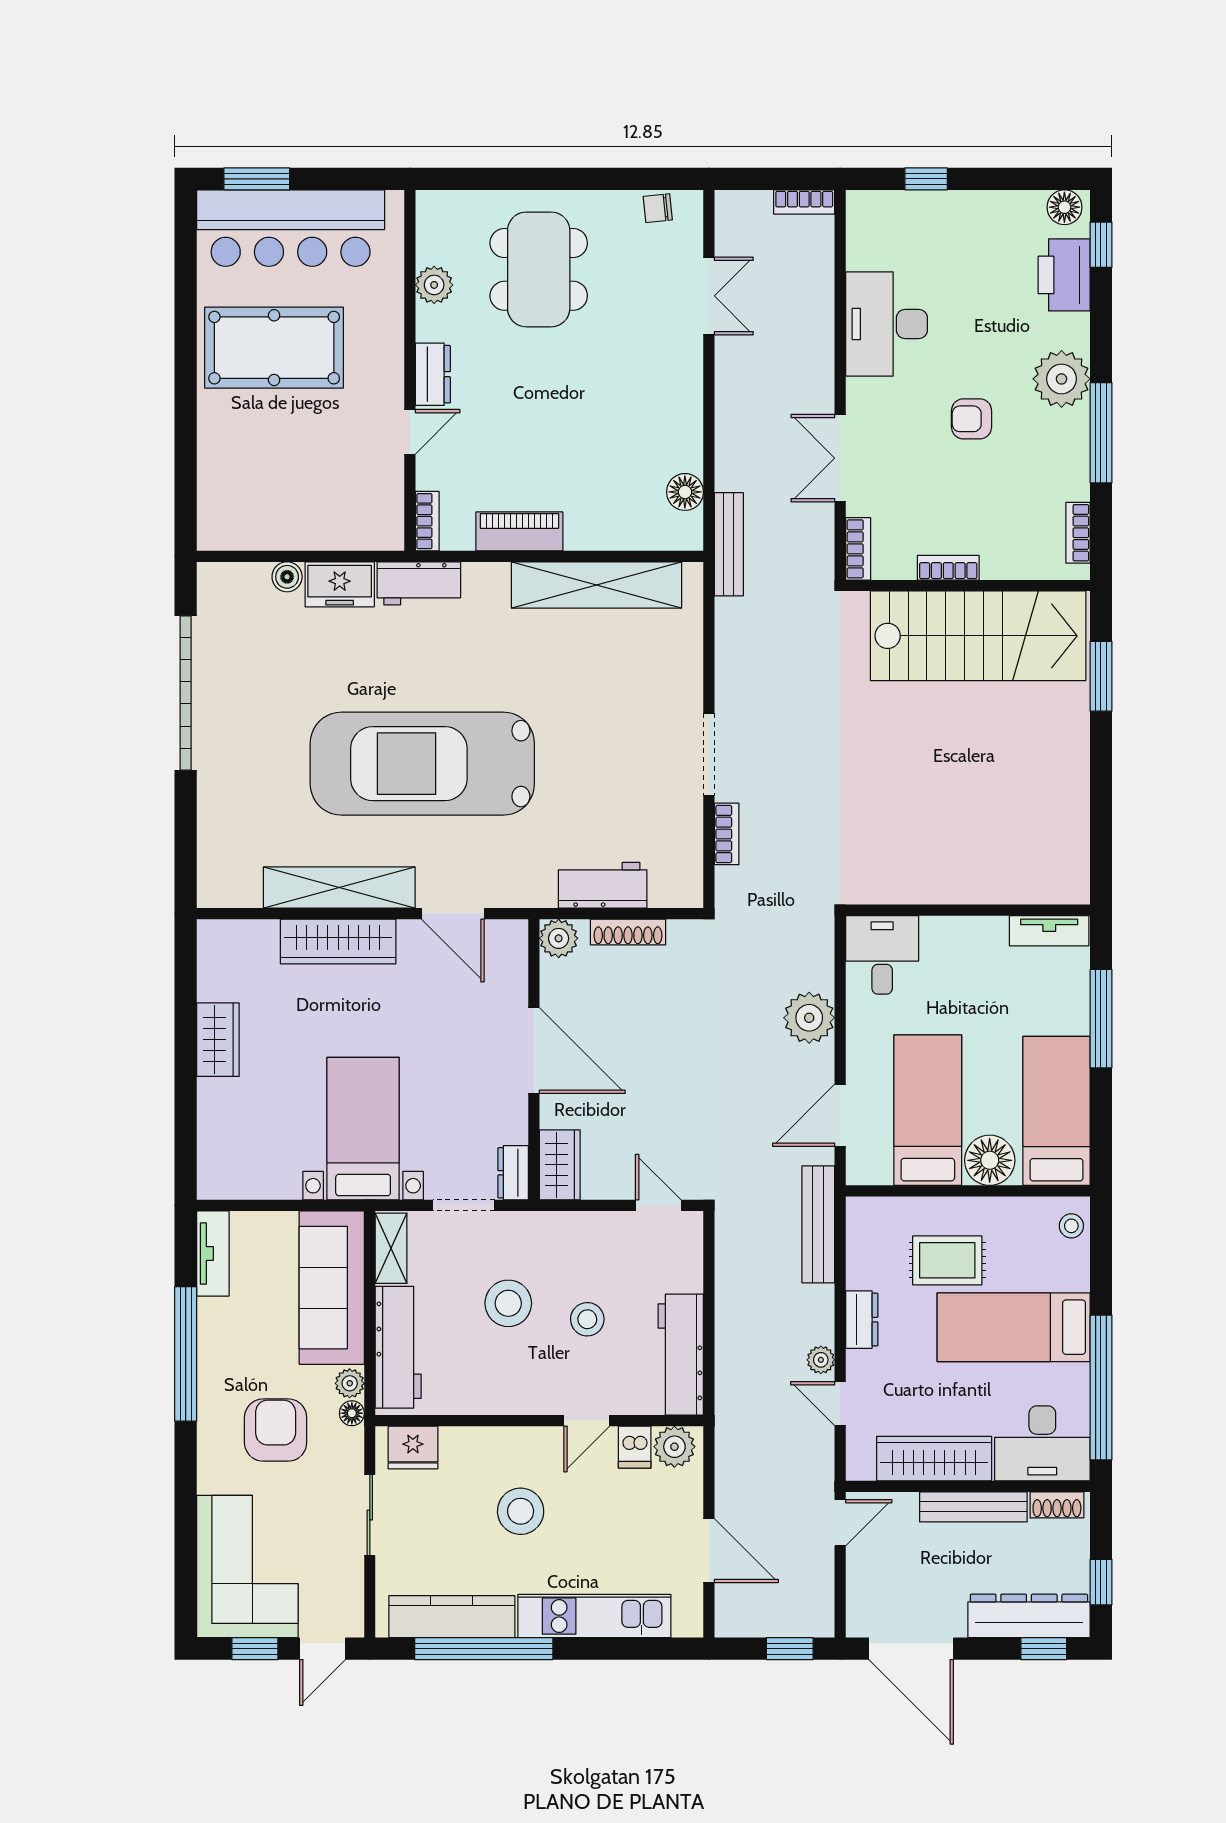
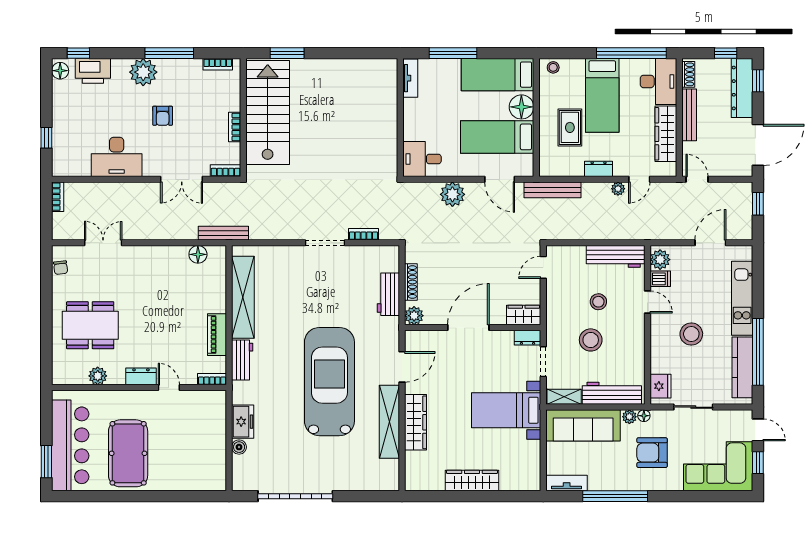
workbench: (419, 583) -> (242, 360), moved
car: (422, 764) -> (329, 382), turned 180
wardrobe: (218, 1040) -> (472, 481), width x1.50

